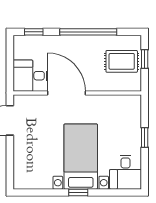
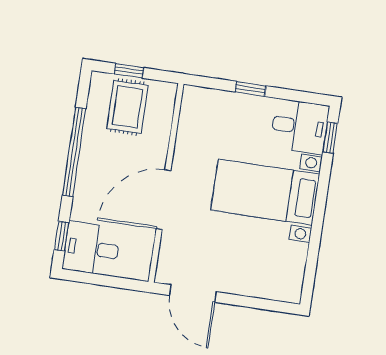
desk: (30, 76) -> (92, 249), moved, turned 90
window: (78, 192) -> (330, 138), moved

